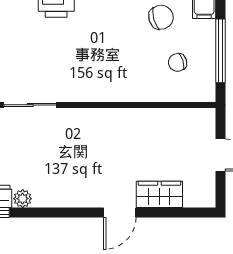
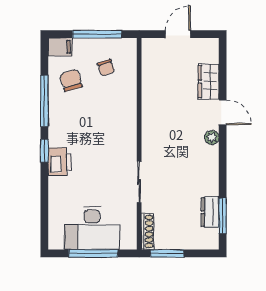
plant: (23, 199) -> (212, 138), moved

